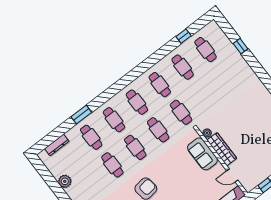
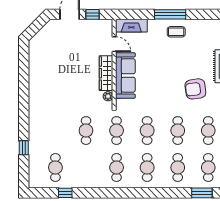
cafe table: (183, 67) -> (86, 131), moved
sofa: (202, 154) -> (125, 75), width x1.36

